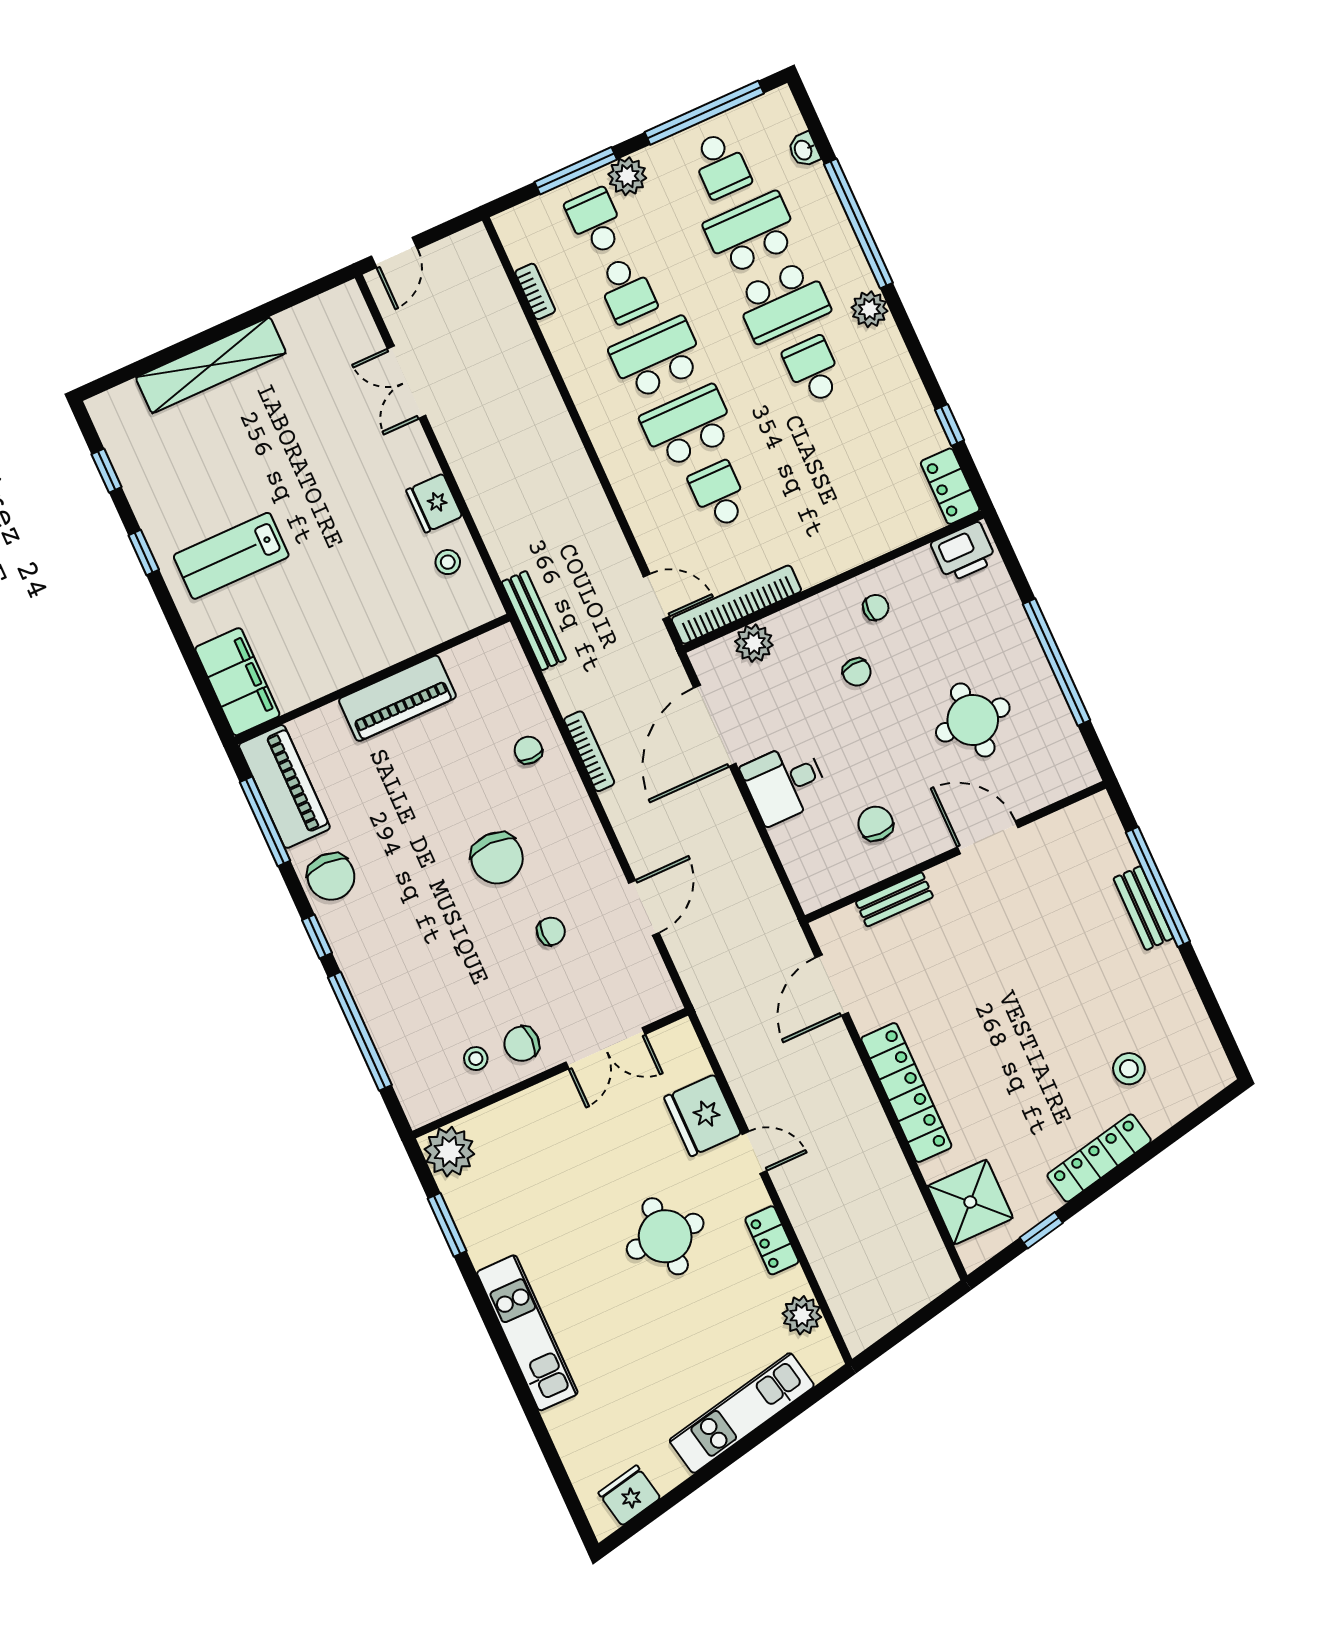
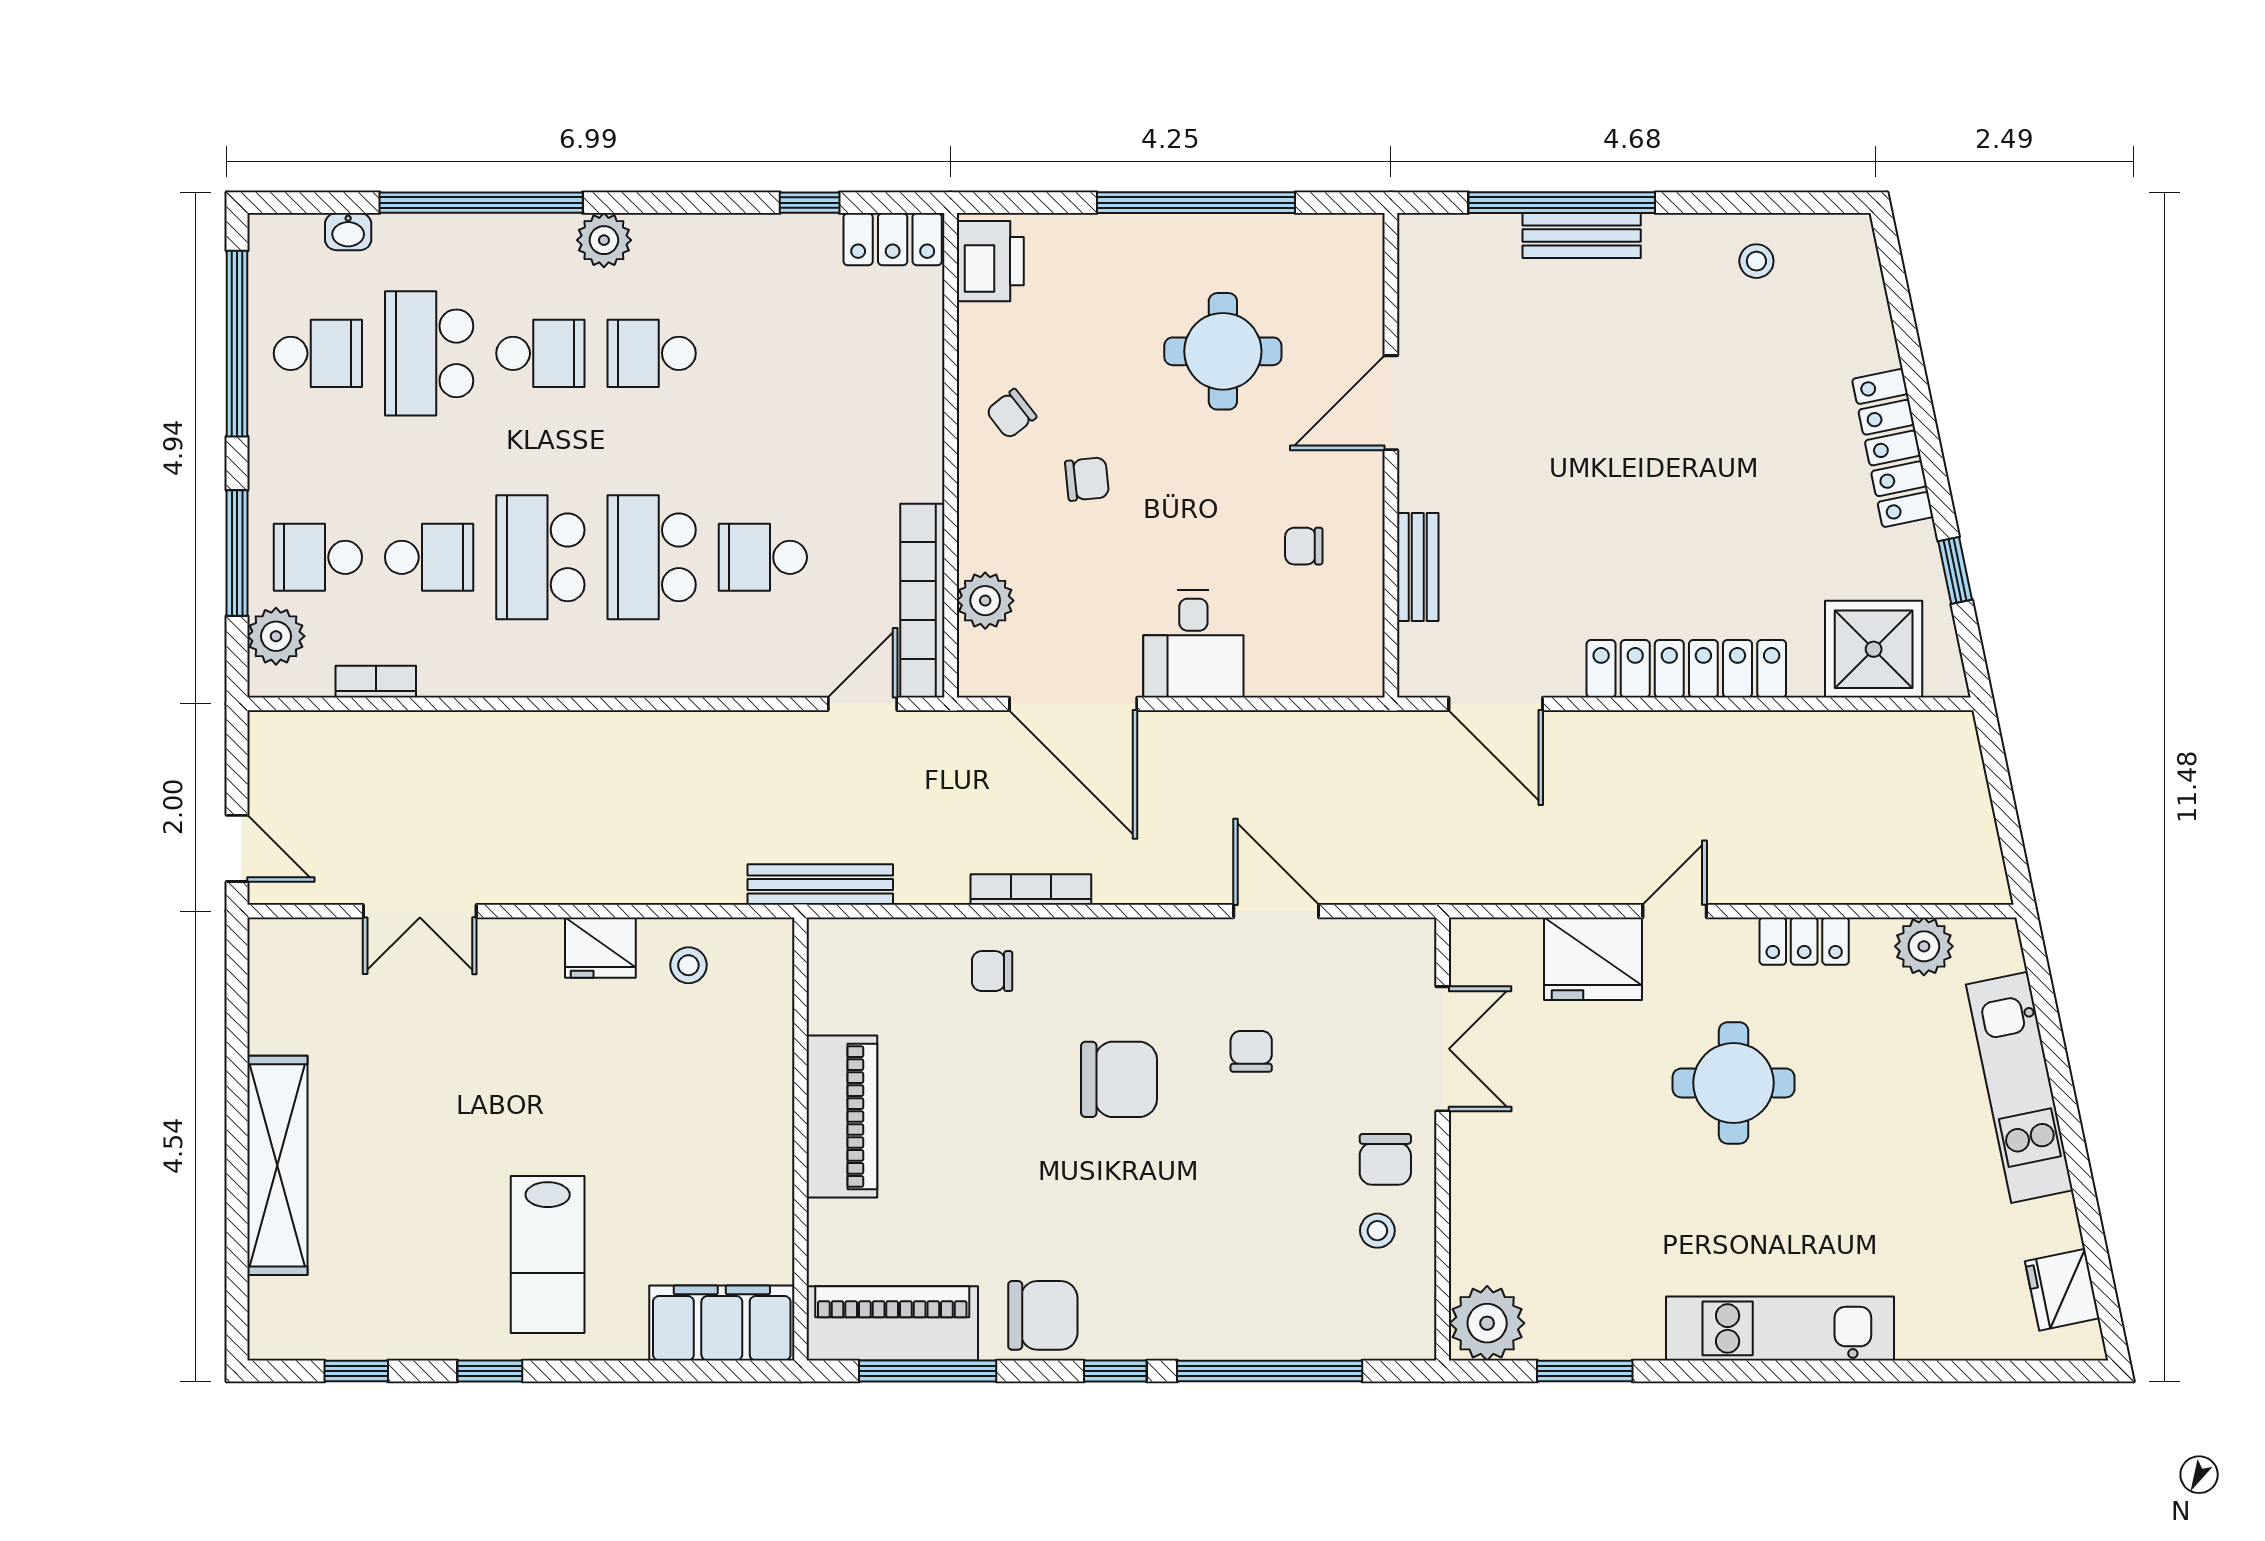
plant: (627, 176) -> (276, 636), moved
school desk: (782, 302) -> (540, 353), width x0.54
chair: (876, 607) -> (1011, 414), turned -128
chair: (876, 824) -> (1304, 546), width x0.73, depth x0.73
stool: (1129, 1069) -> (1756, 261), moved, width x0.73, depth x0.73

